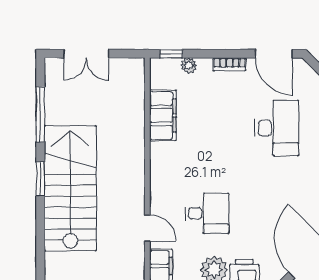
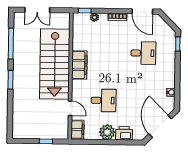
filing cabinet: (163, 115) -> (79, 65), moved
desk: (277, 128) -> (143, 53), width x0.73
stairs: (70, 188) -> (55, 64), moved, turned 180

